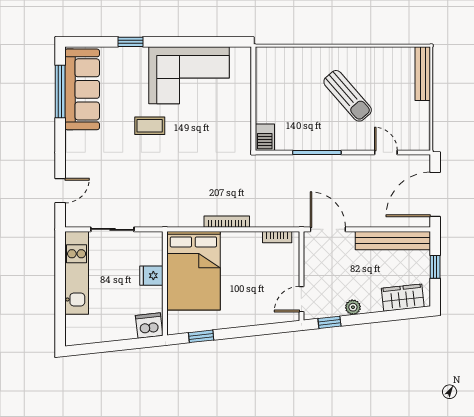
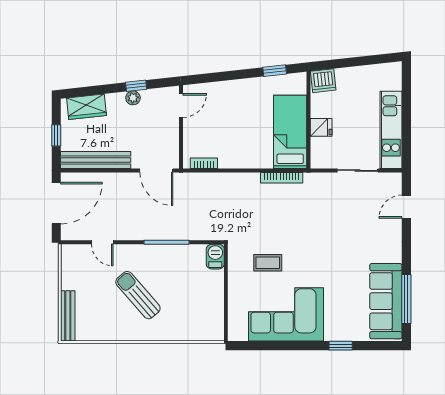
coffee table: (150, 126) -> (268, 263), moved
bookcase: (227, 222) -> (282, 178), moved
bed: (193, 271) -> (290, 132), width x0.67
window: (329, 322) -> (136, 86), moved

